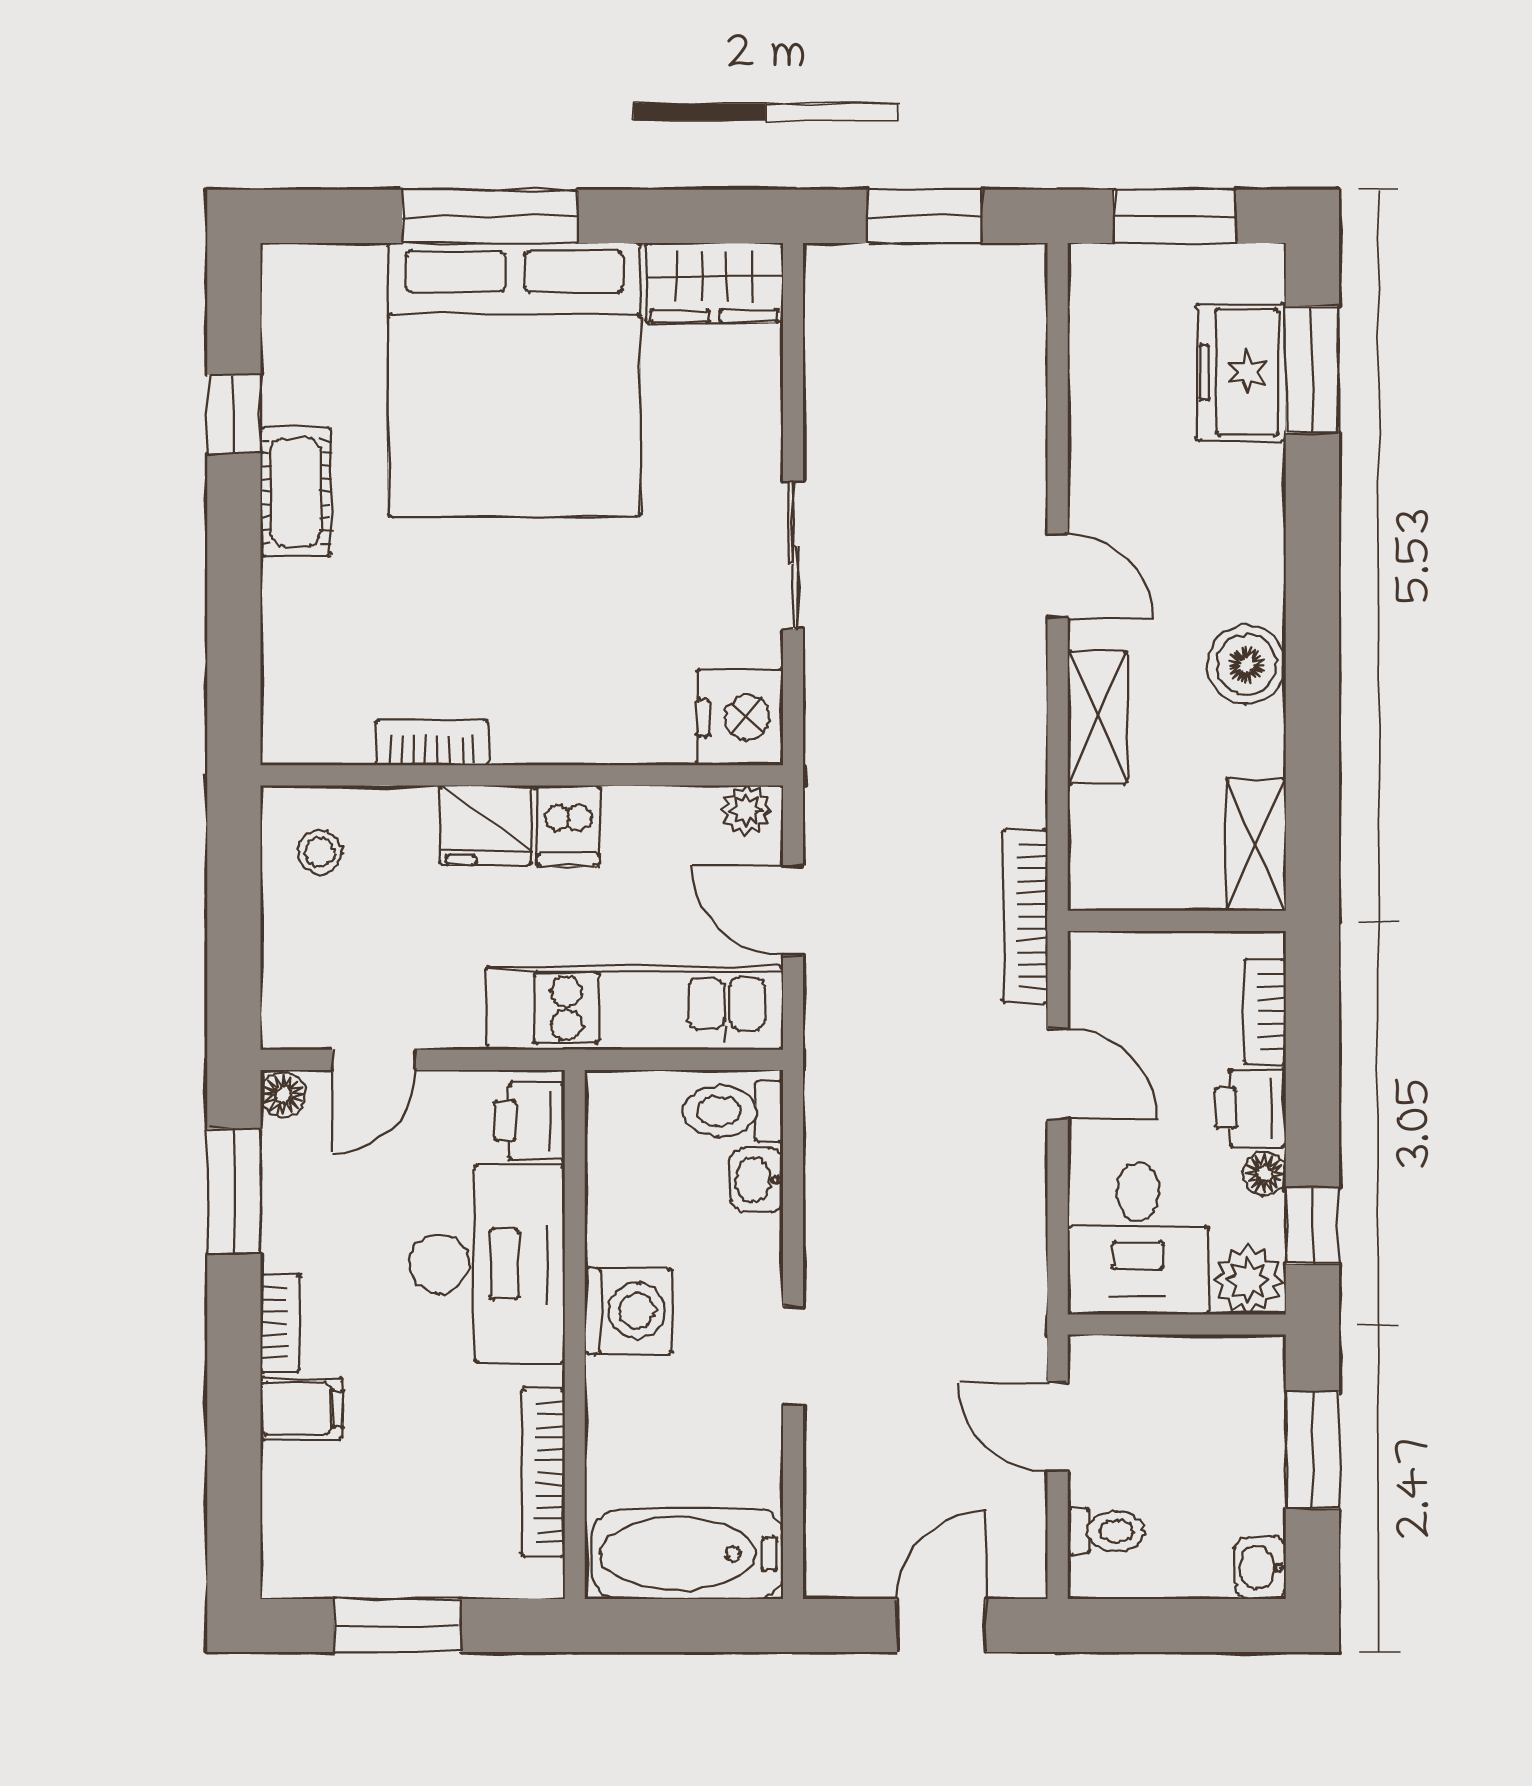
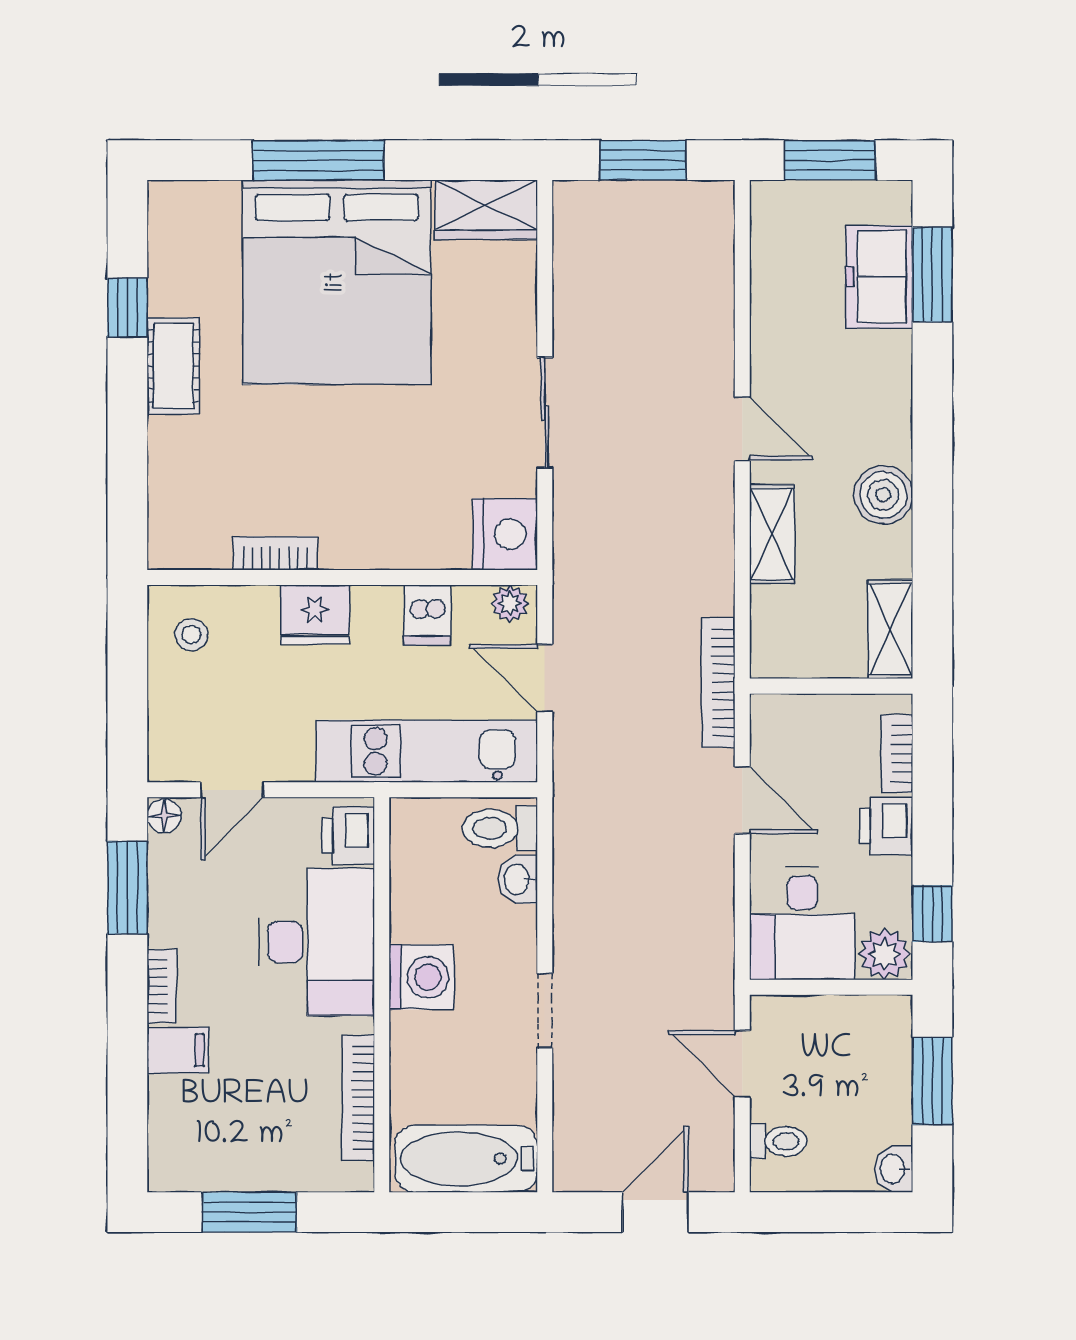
dishwasher: (568, 826) -> (427, 615), moved
floor lamp: (1264, 1174) -> (897, 875), removed

